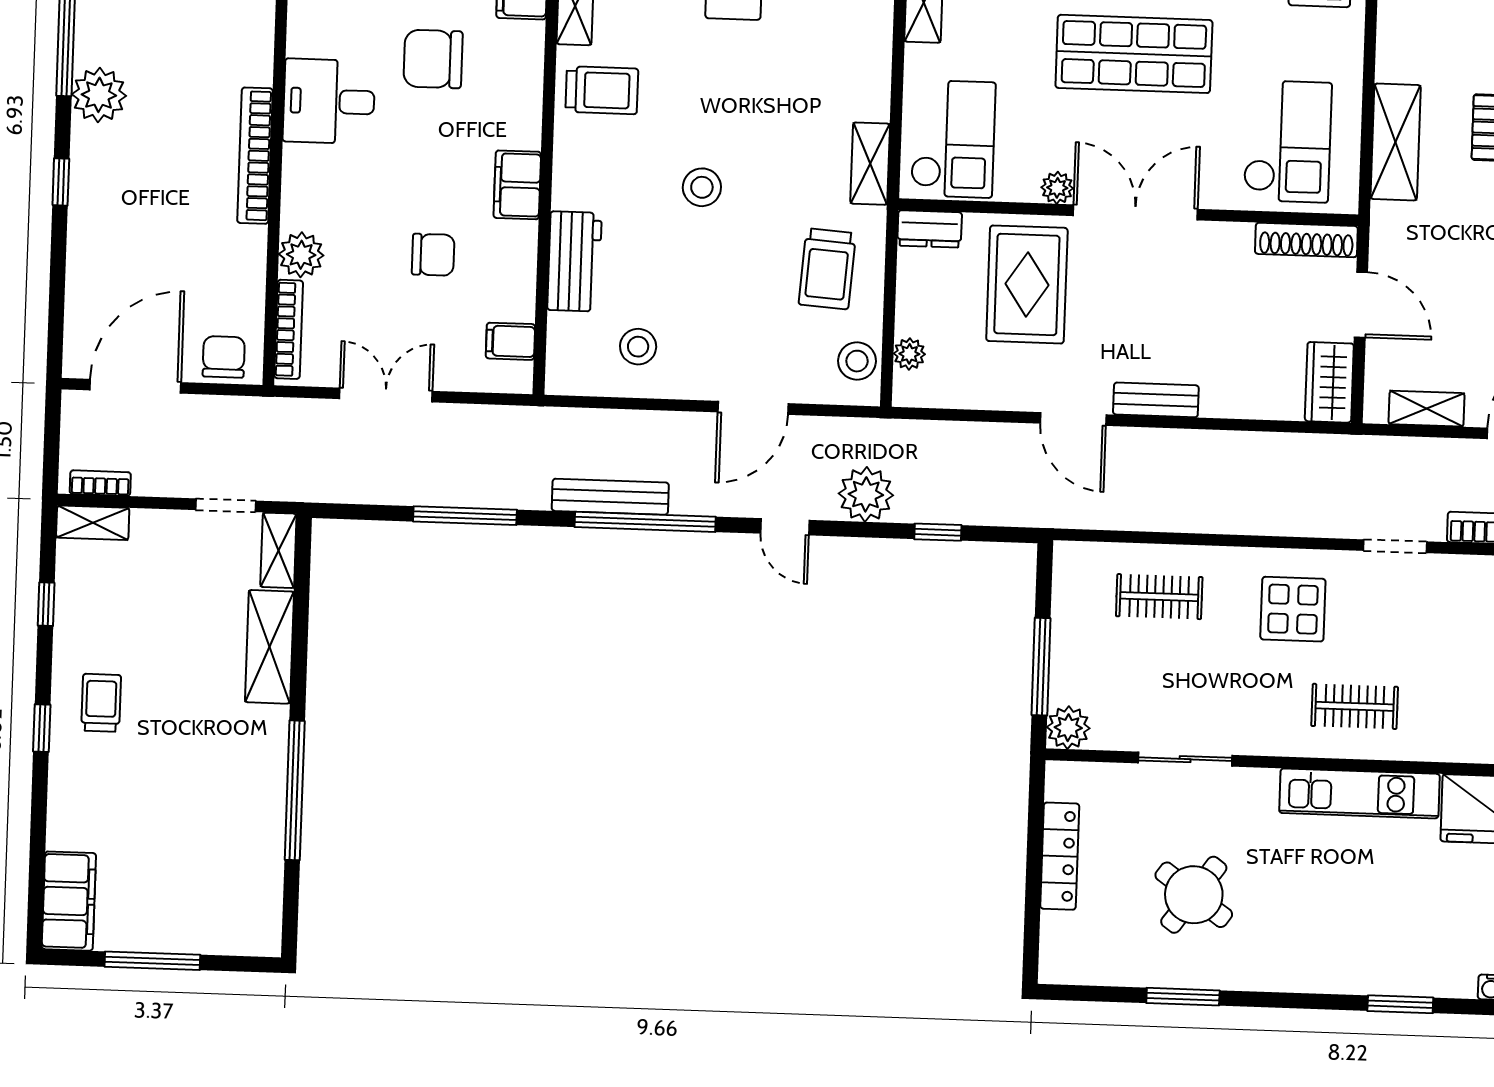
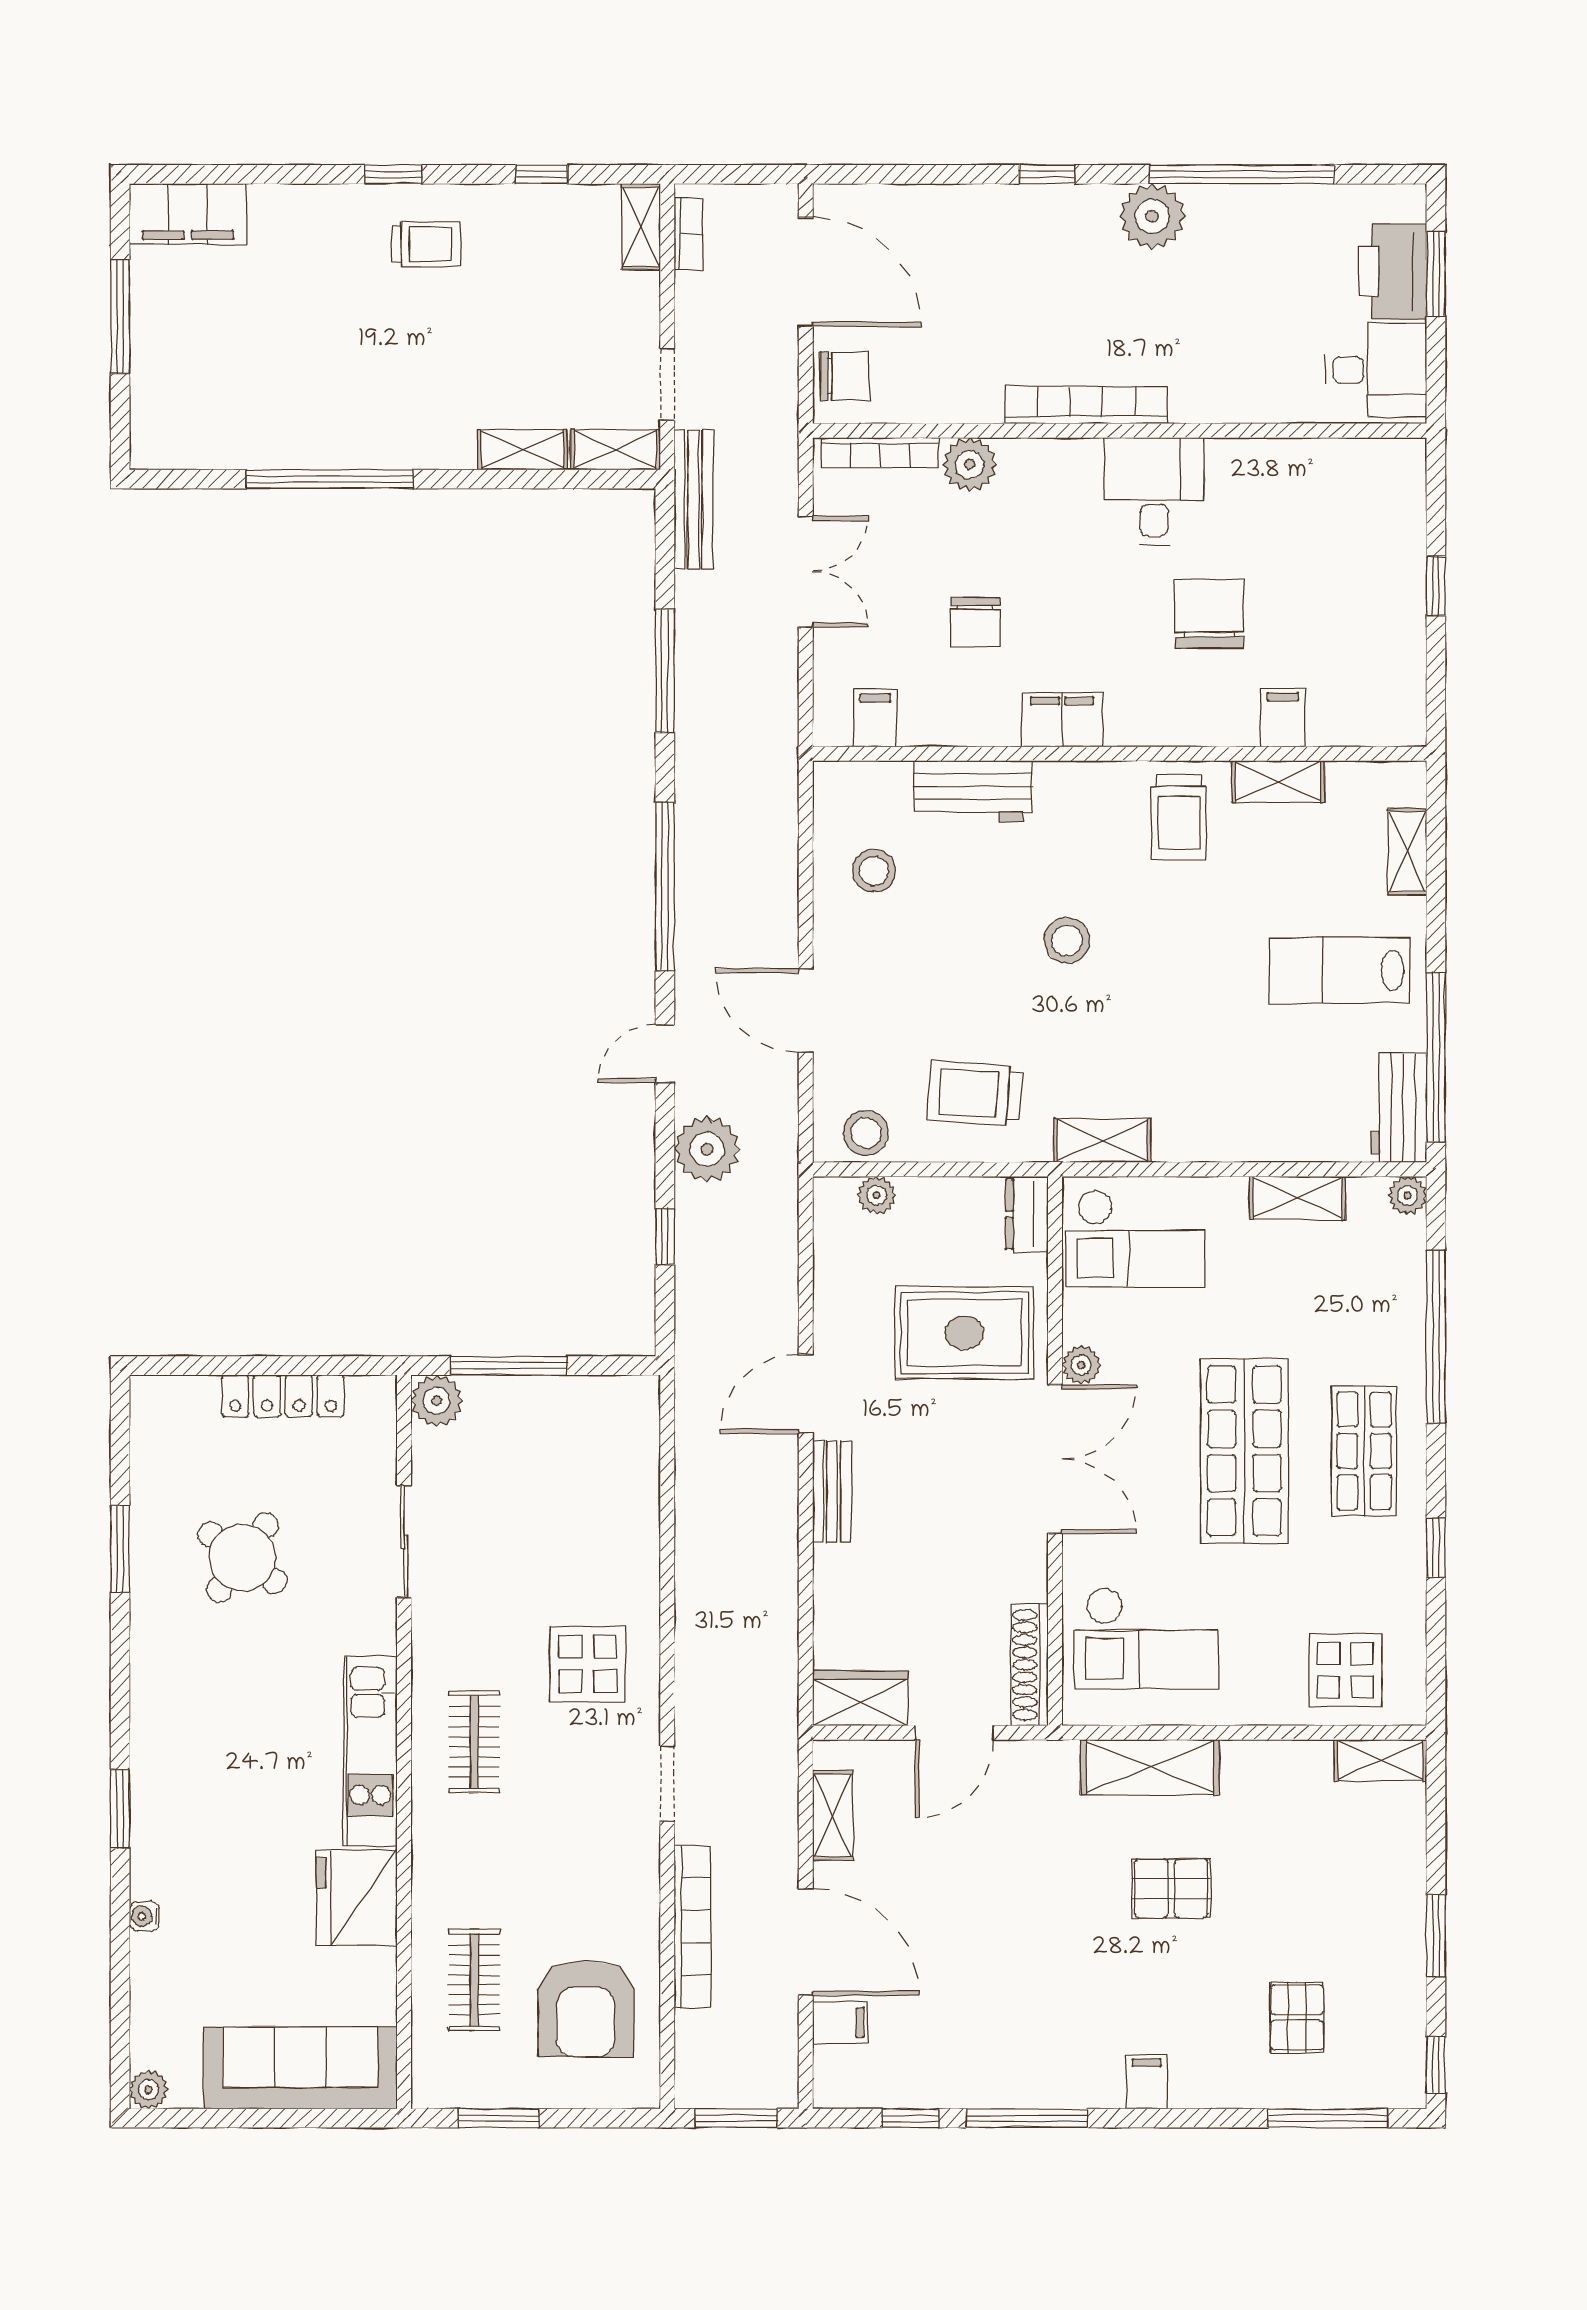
bench: (610, 497) -> (694, 500), moved
clothes rail: (1159, 597) -> (597, 1504), removed
shelving: (269, 647) -> (522, 450), width x0.67, depth x0.75

